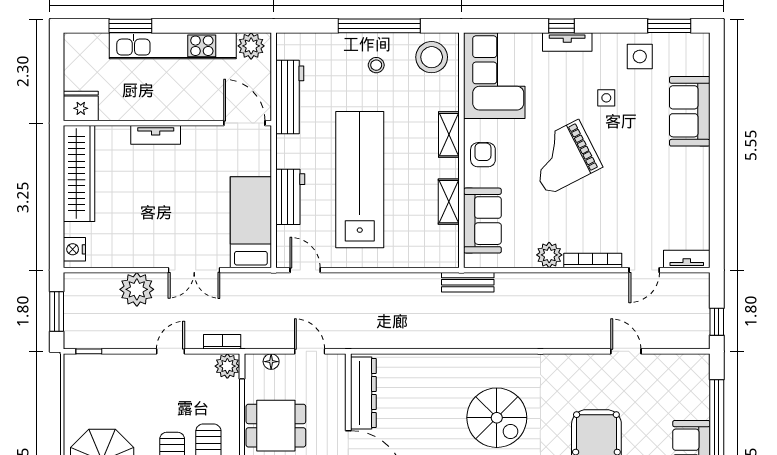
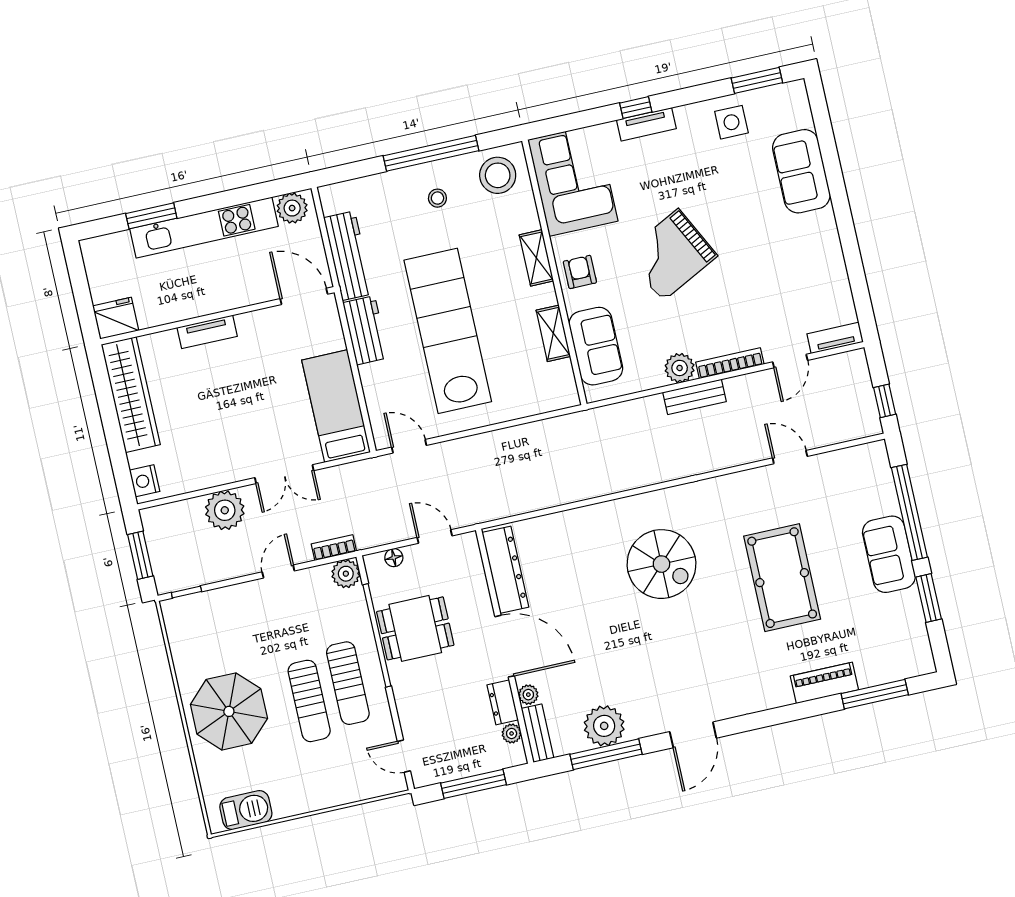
side table: (606, 98) -> (704, 177), removed
workbench: (290, 197) -> (366, 330), moved
bench: (468, 282) -> (695, 397), moved

